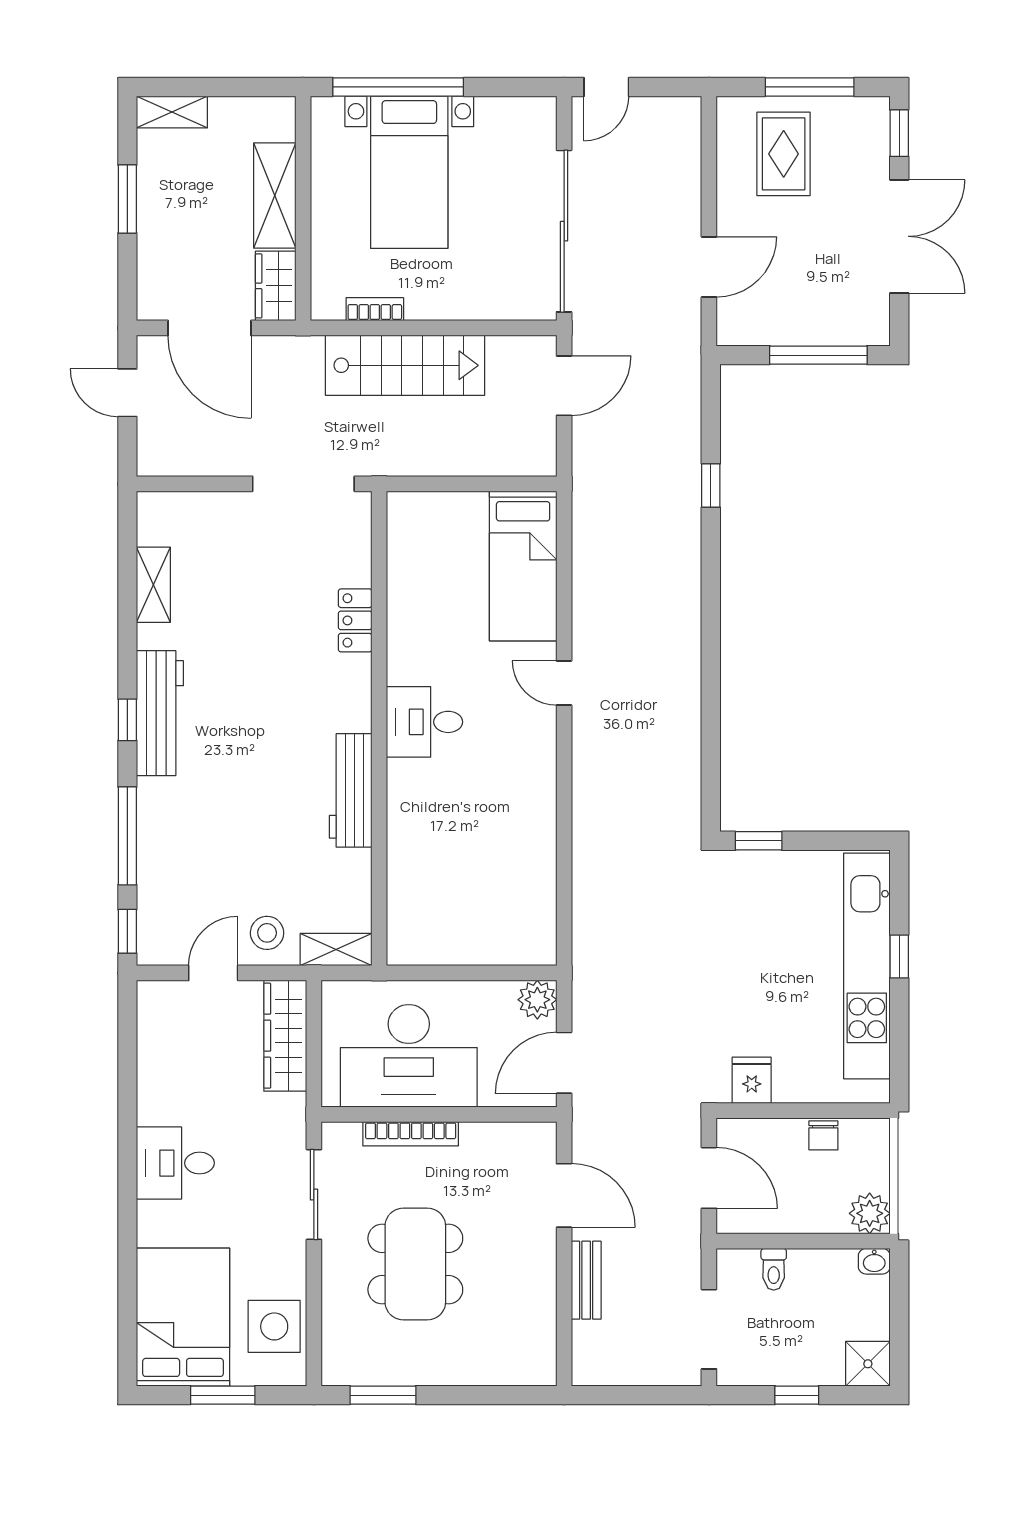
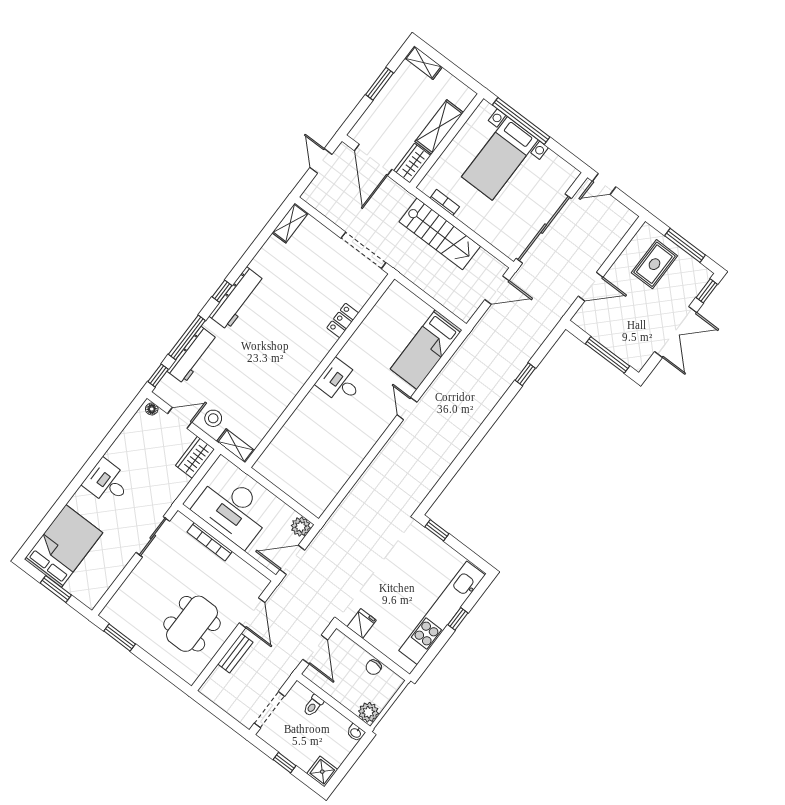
shelving: (153, 585) -> (290, 223), moved
workbench: (351, 790) -> (192, 355), moved, turned 180
floor lamp: (158, 992) -> (152, 409), added
wardrobe: (285, 1036) -> (195, 457), width x0.67
dining table: (415, 1264) -> (192, 624), moved
side table: (274, 1326) -> (97, 577), removed

